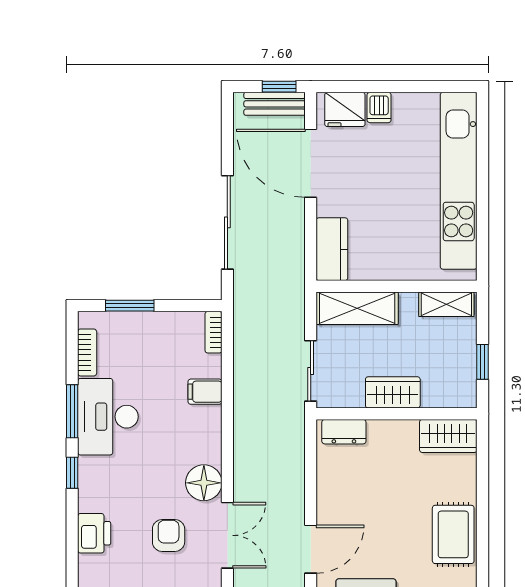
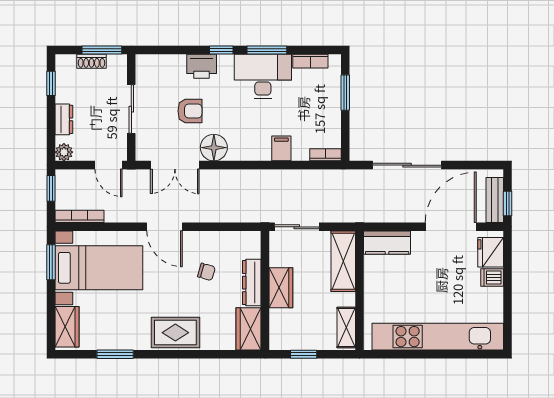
dresser: (344, 432) -> (252, 283), moved, width x1.44
chair: (371, 493) -> (206, 272), added
printer: (94, 533) -> (202, 66), moved
armchair: (169, 535) -> (190, 111), moved

